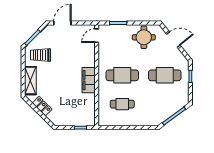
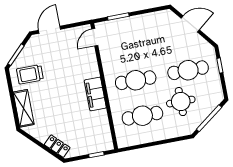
round table: (144, 37) -> (181, 102), moved
cafe table: (122, 104) -> (142, 116), width x1.37, depth x1.35
locker: (42, 106) -> (57, 146), moved

